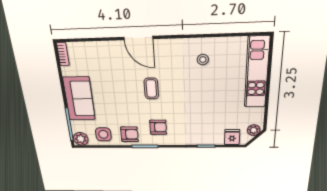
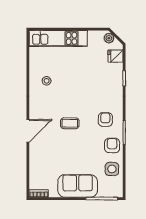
plant: (81, 139) -> (116, 190), removed

